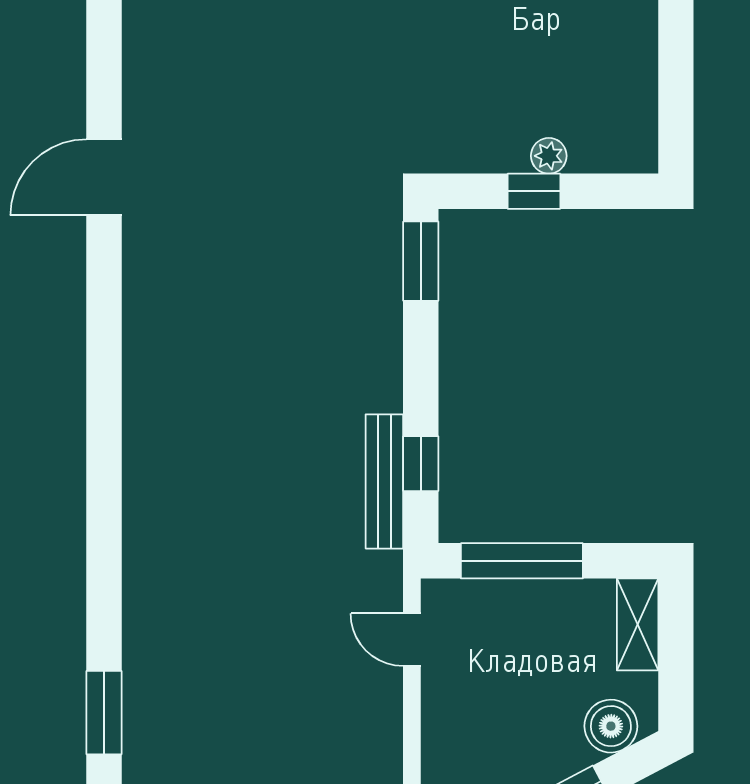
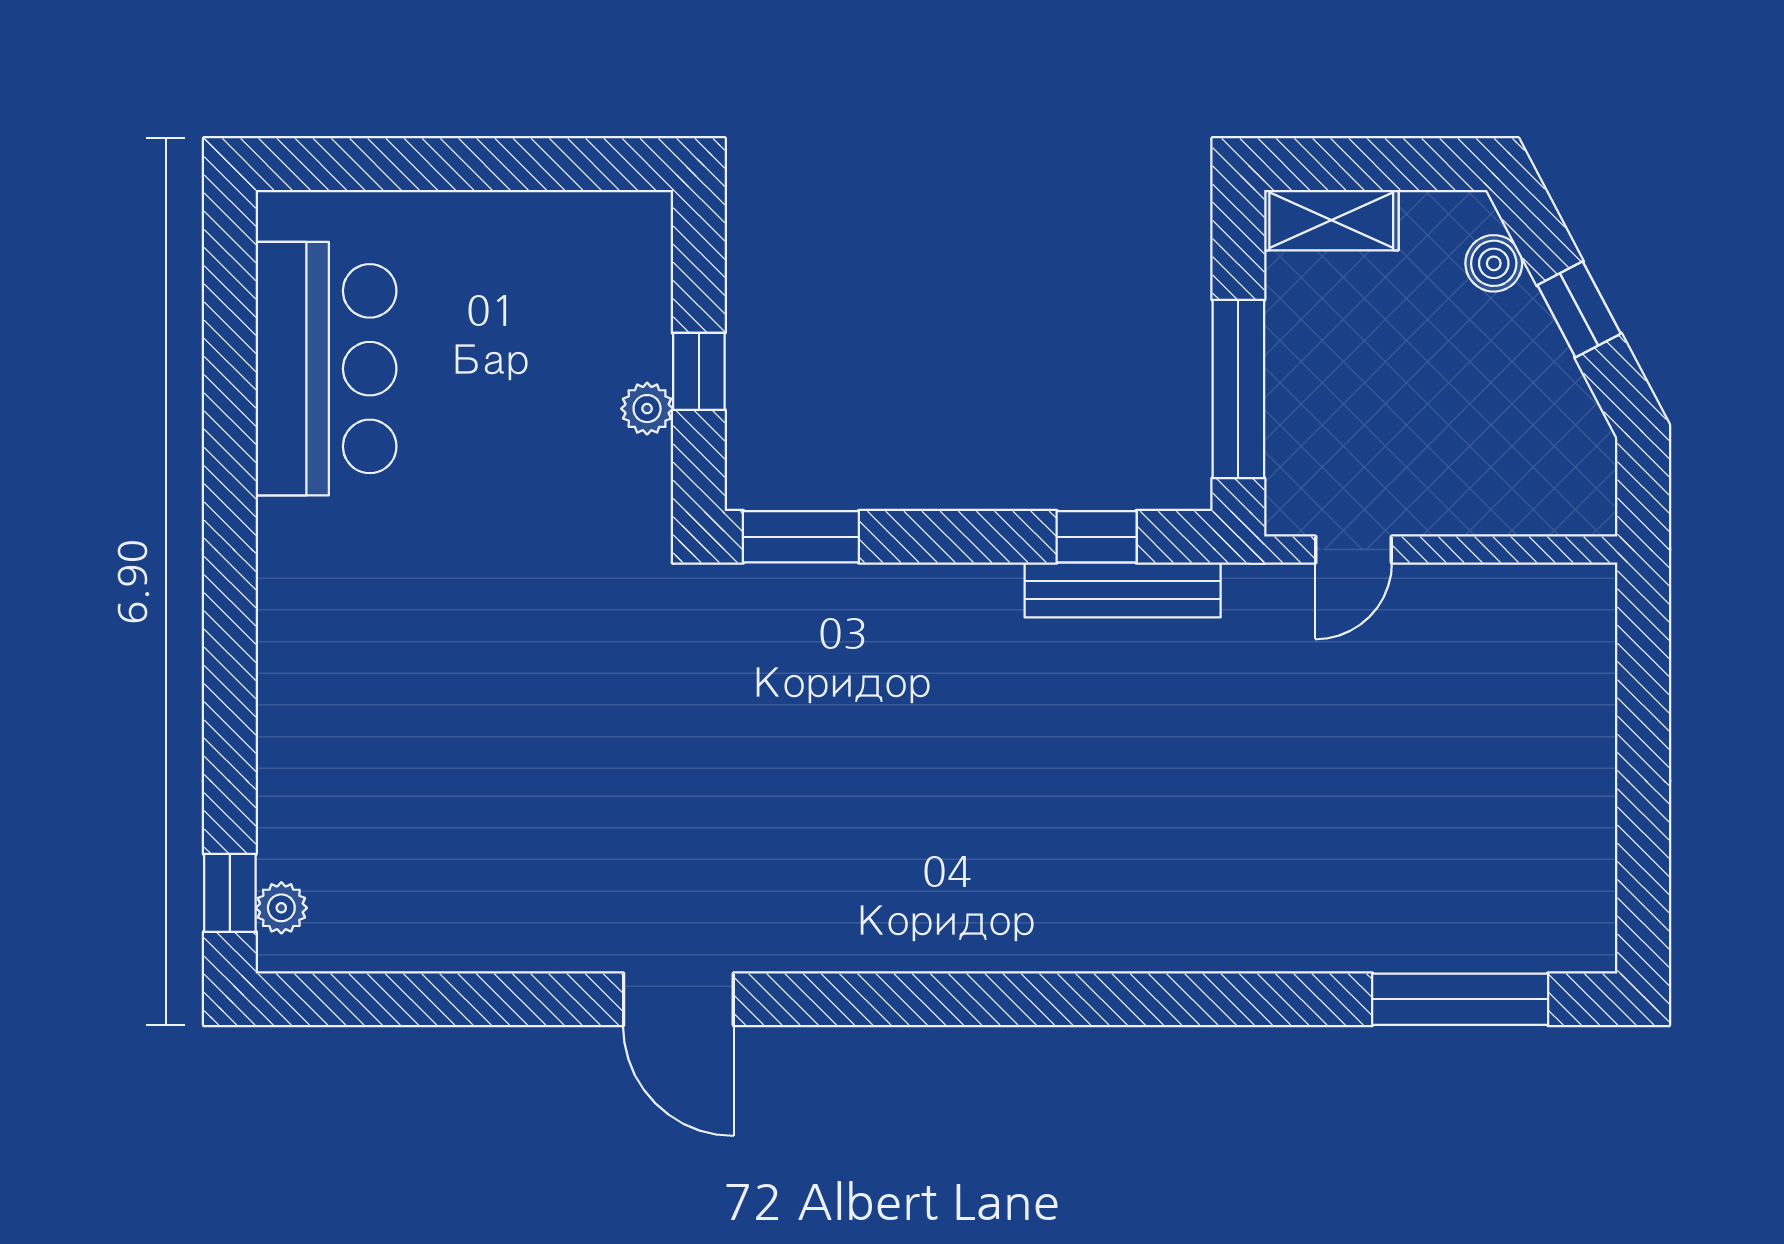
plant: (549, 156) -> (647, 409), moved
window: (104, 713) -> (1460, 999), width x1.44
boiler: (611, 726) -> (1494, 263), width x0.73, depth x0.73

